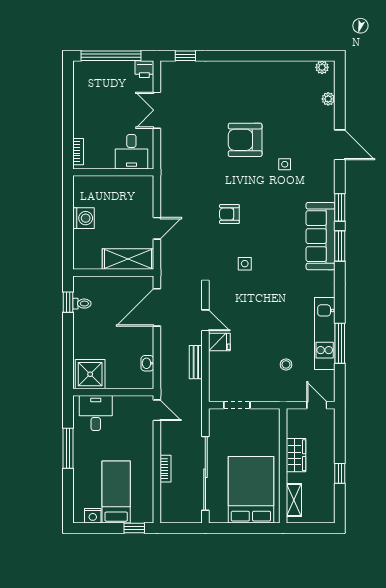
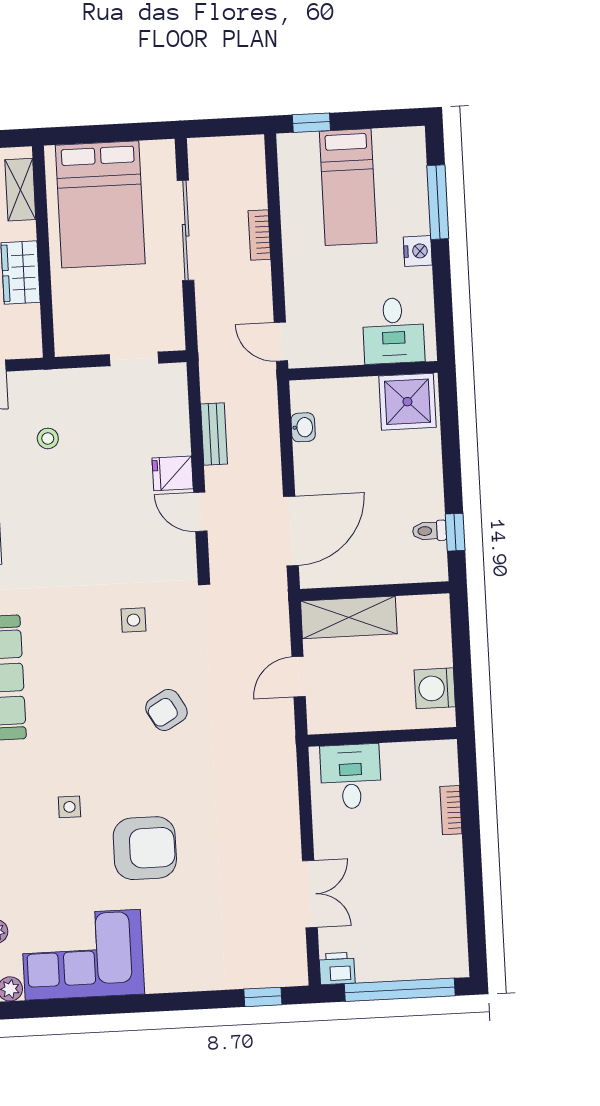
corner sofa: (282, 84) -> (83, 955), added
desk: (131, 152) -> (351, 777), moved
wall: (113, 172) -> (382, 737), moved
armchair: (229, 214) -> (166, 710), turned 150
window: (68, 448) -> (438, 202), moved
sliding door: (205, 473) -> (186, 230), width x0.73
nightstand: (93, 516) -> (418, 251), moved, turned 90

